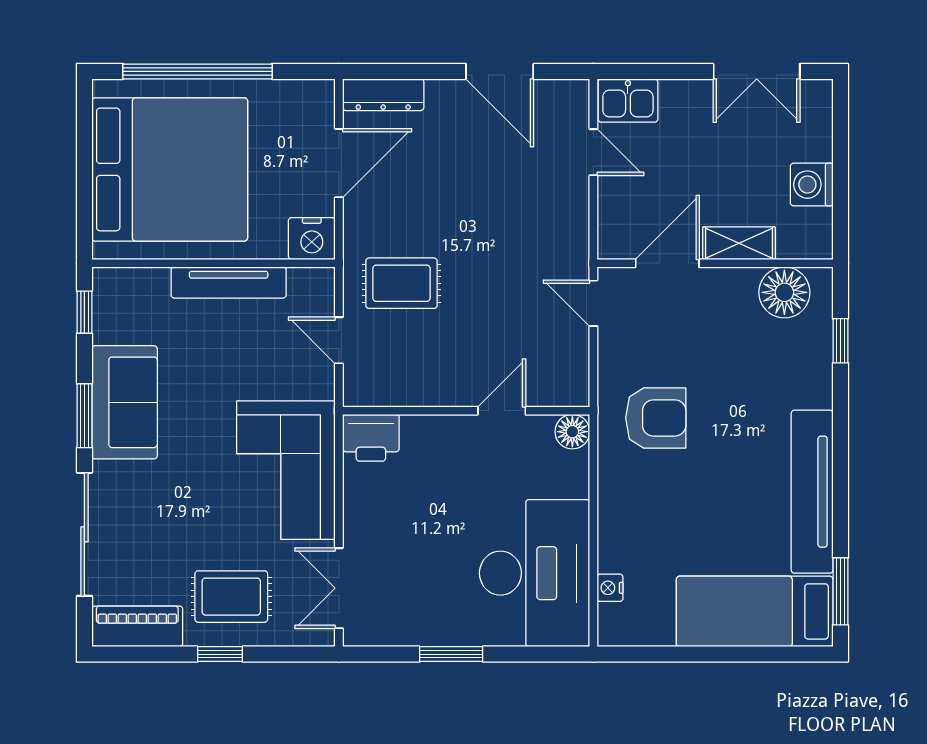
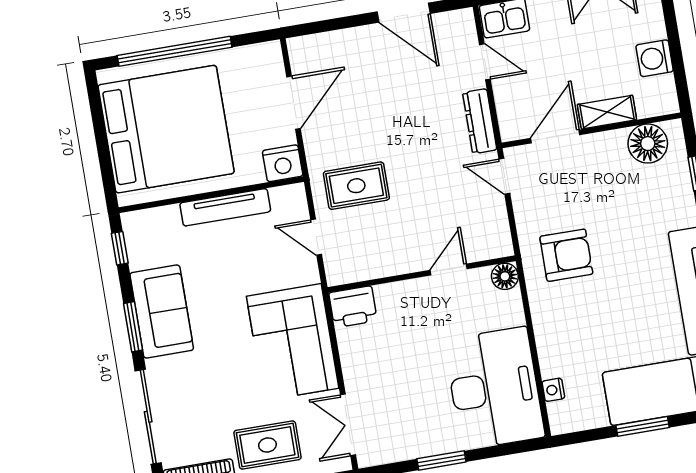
dresser: (383, 95) -> (480, 121), moved, turned 90
window: (716, 654) -> (643, 426), added

